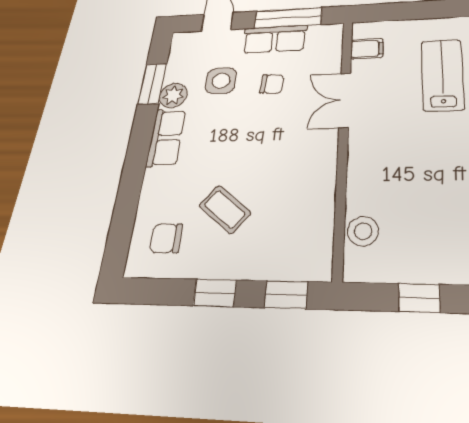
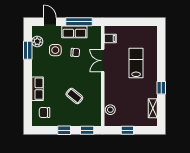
lab bench: (442, 75) -> (136, 63), moved
plant: (173, 95) -> (37, 41), moved
row of seats: (166, 138) -> (38, 89), moved
coffee table: (225, 209) -> (74, 96), moved

